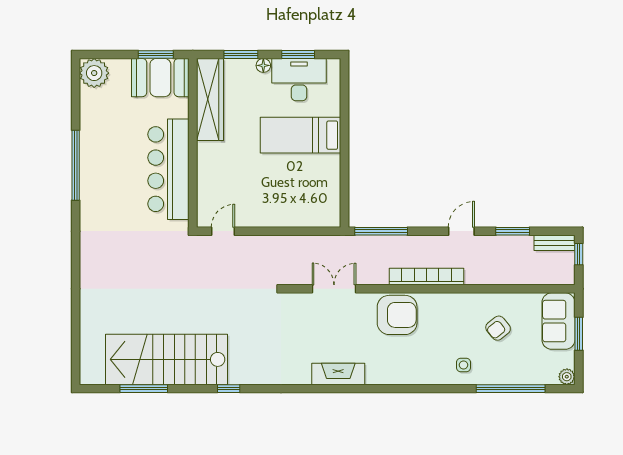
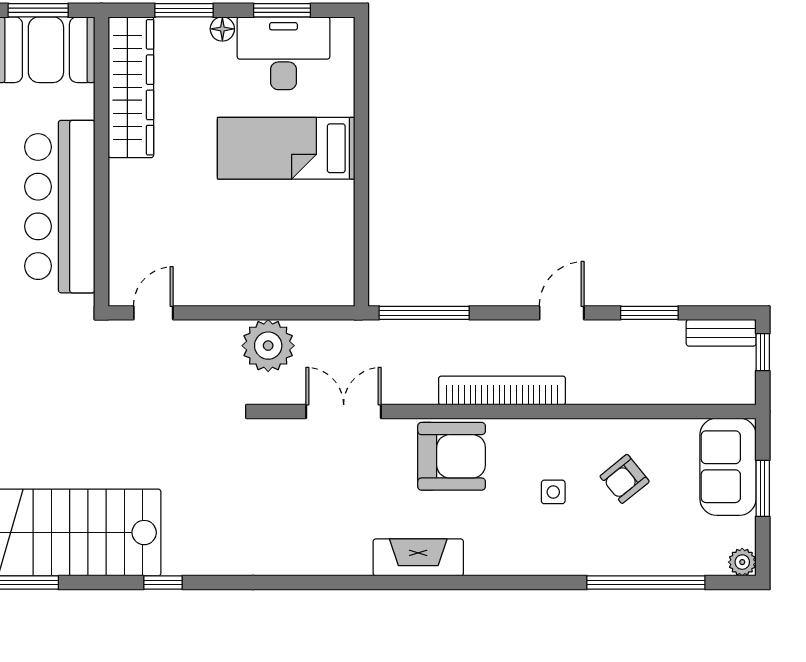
plant: (290, 250) -> (268, 346), added
side table: (464, 365) -> (553, 492), moved
fireplace: (338, 374) -> (418, 557), moved

